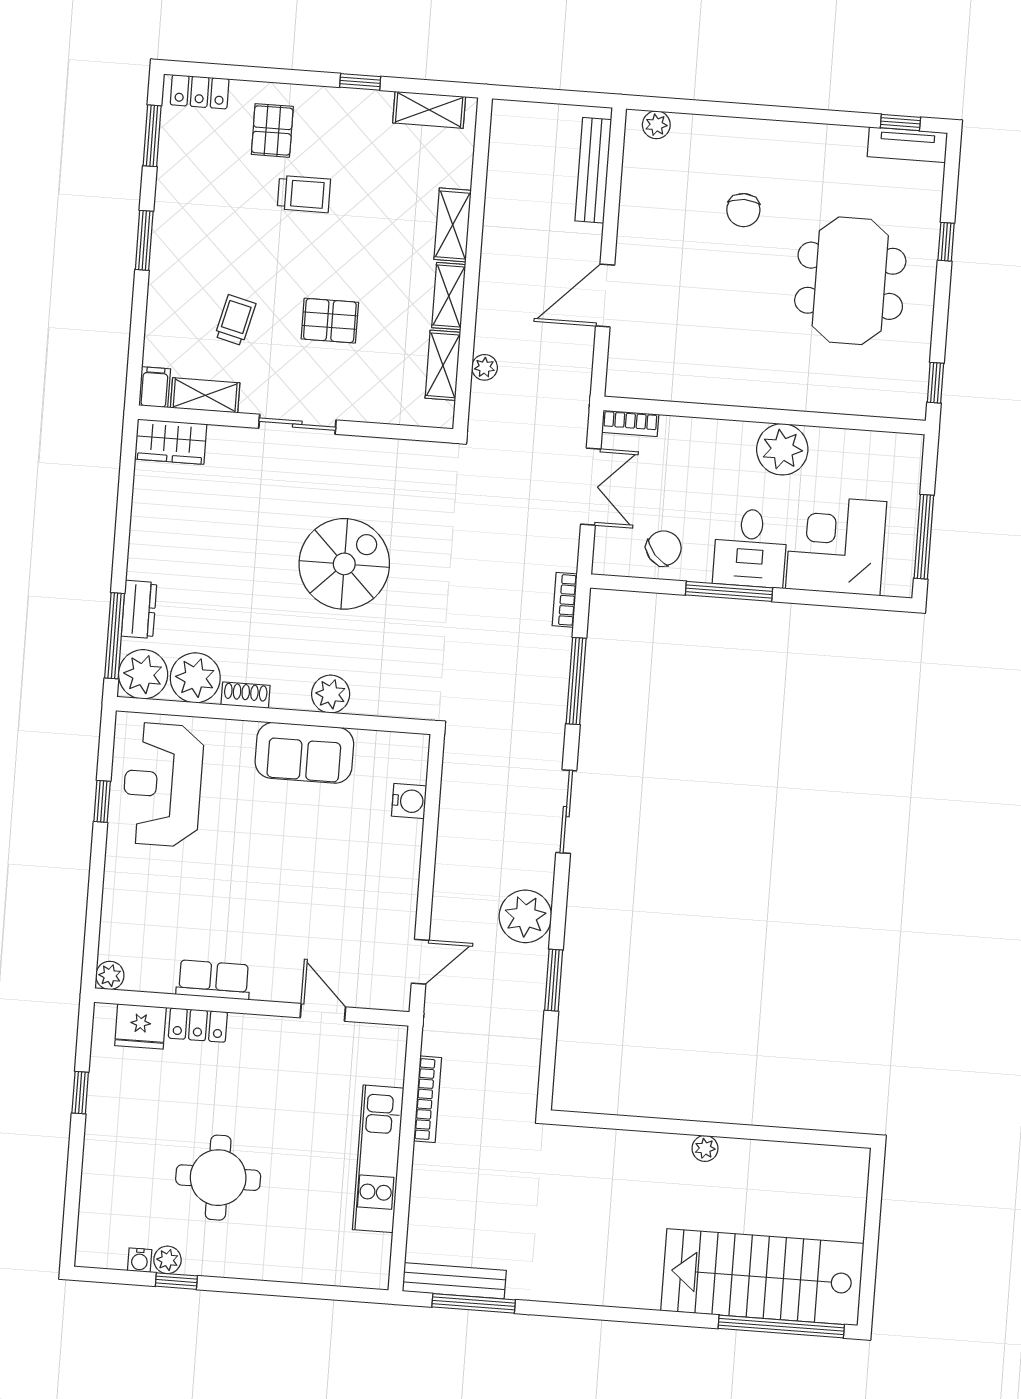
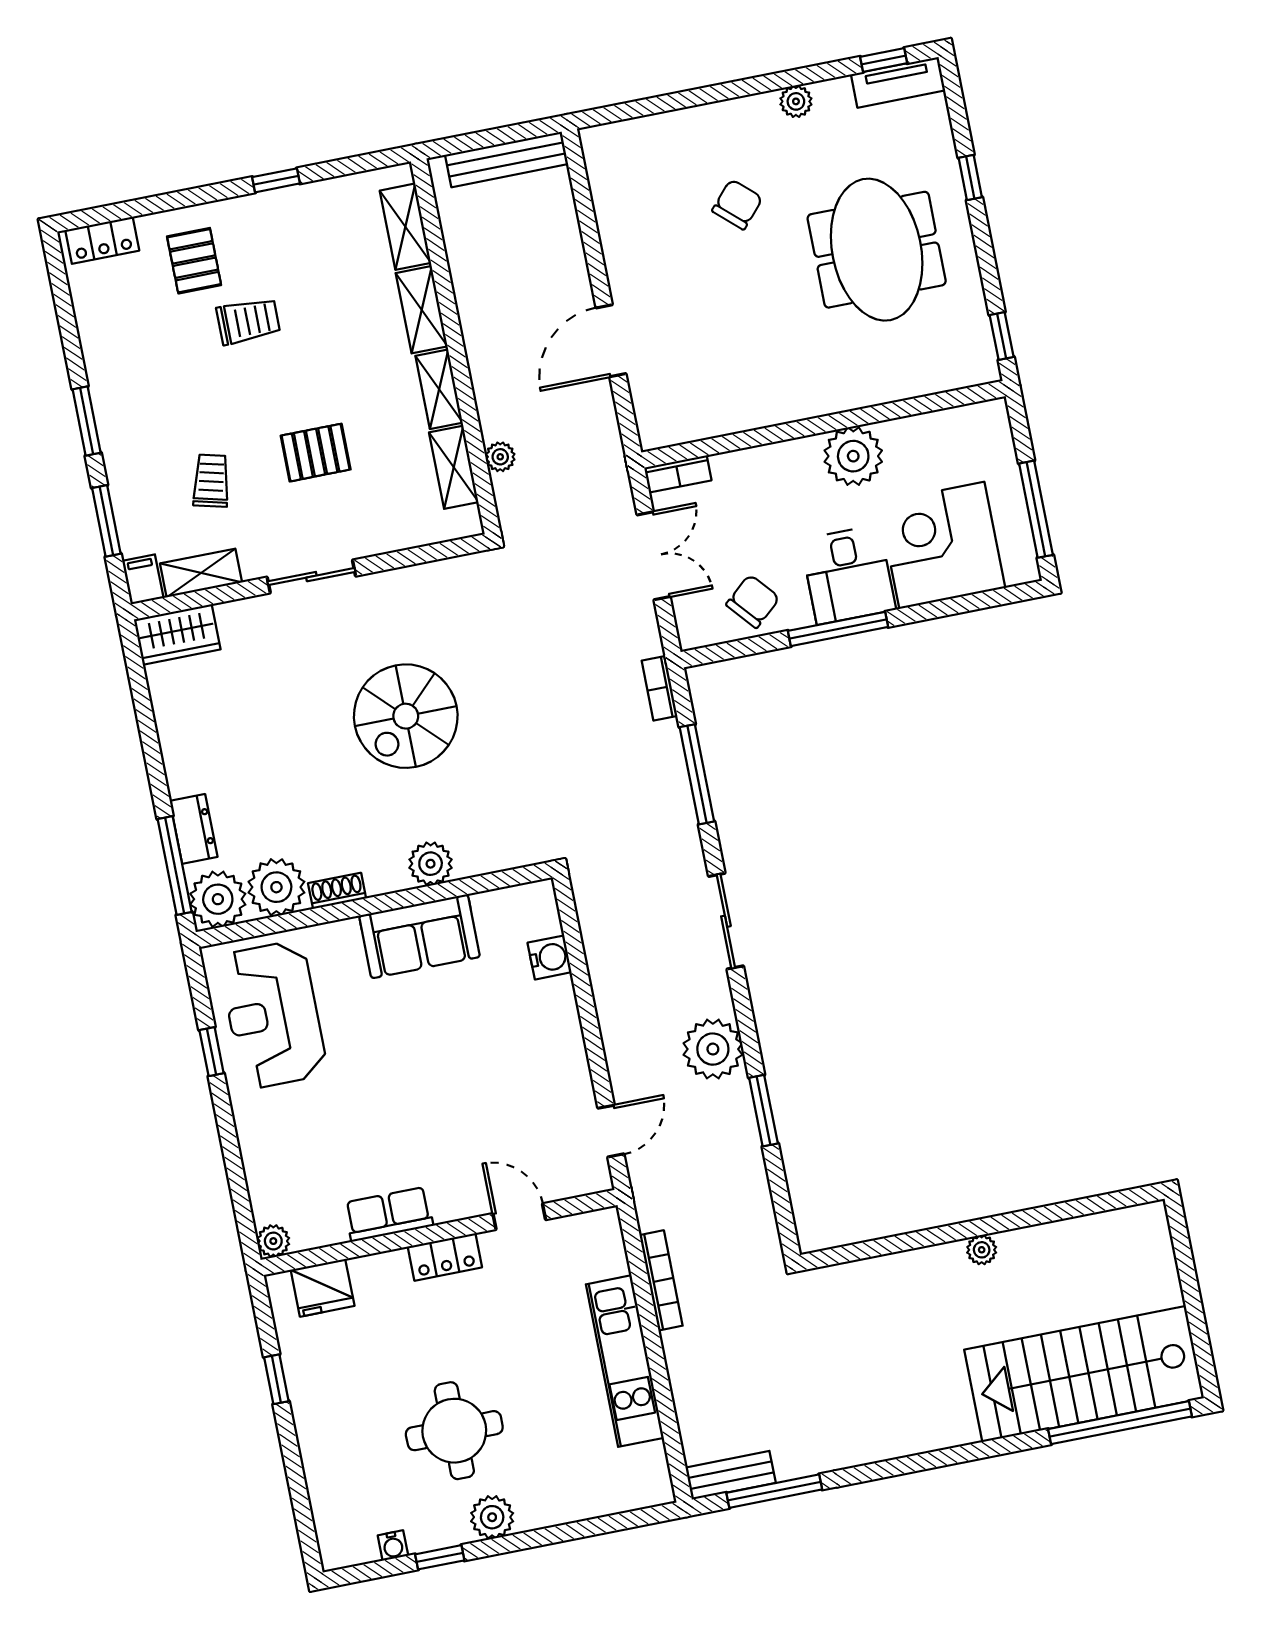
shelving: (429, 110) -> (405, 227), moved, turned 90
plant: (656, 125) -> (796, 101), moved
window: (152, 136) -> (106, 521), moved
bench: (593, 170) -> (506, 159), moved, turned 90
chair: (743, 210) -> (737, 204), turned -138
spiral stairs: (344, 564) -> (406, 716), turned 180
locker: (198, 1025) -> (445, 1257), moved
plant: (167, 1260) -> (492, 1517), moved, width x1.38, depth x1.38
bench: (454, 1281) -> (731, 1475), width x0.73

